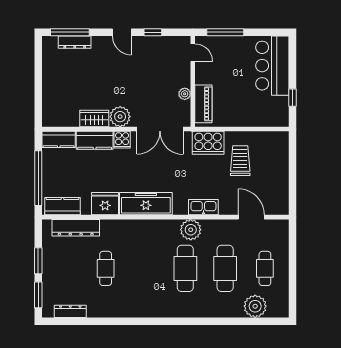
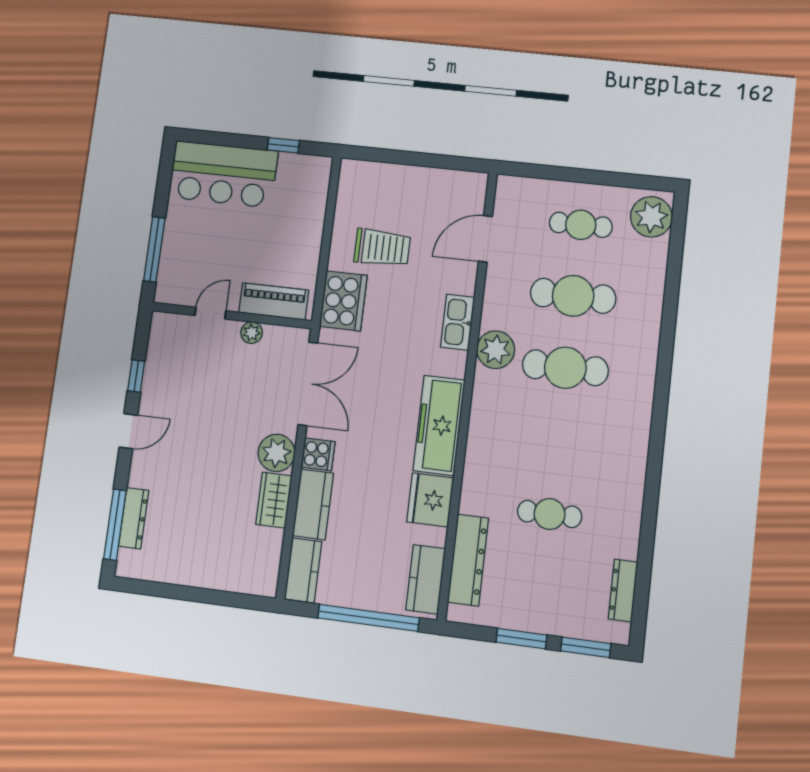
door: (193, 53) -> (210, 313), moved
trolley: (240, 161) -> (382, 248), turned 180
plant: (255, 306) -> (651, 217), moved

